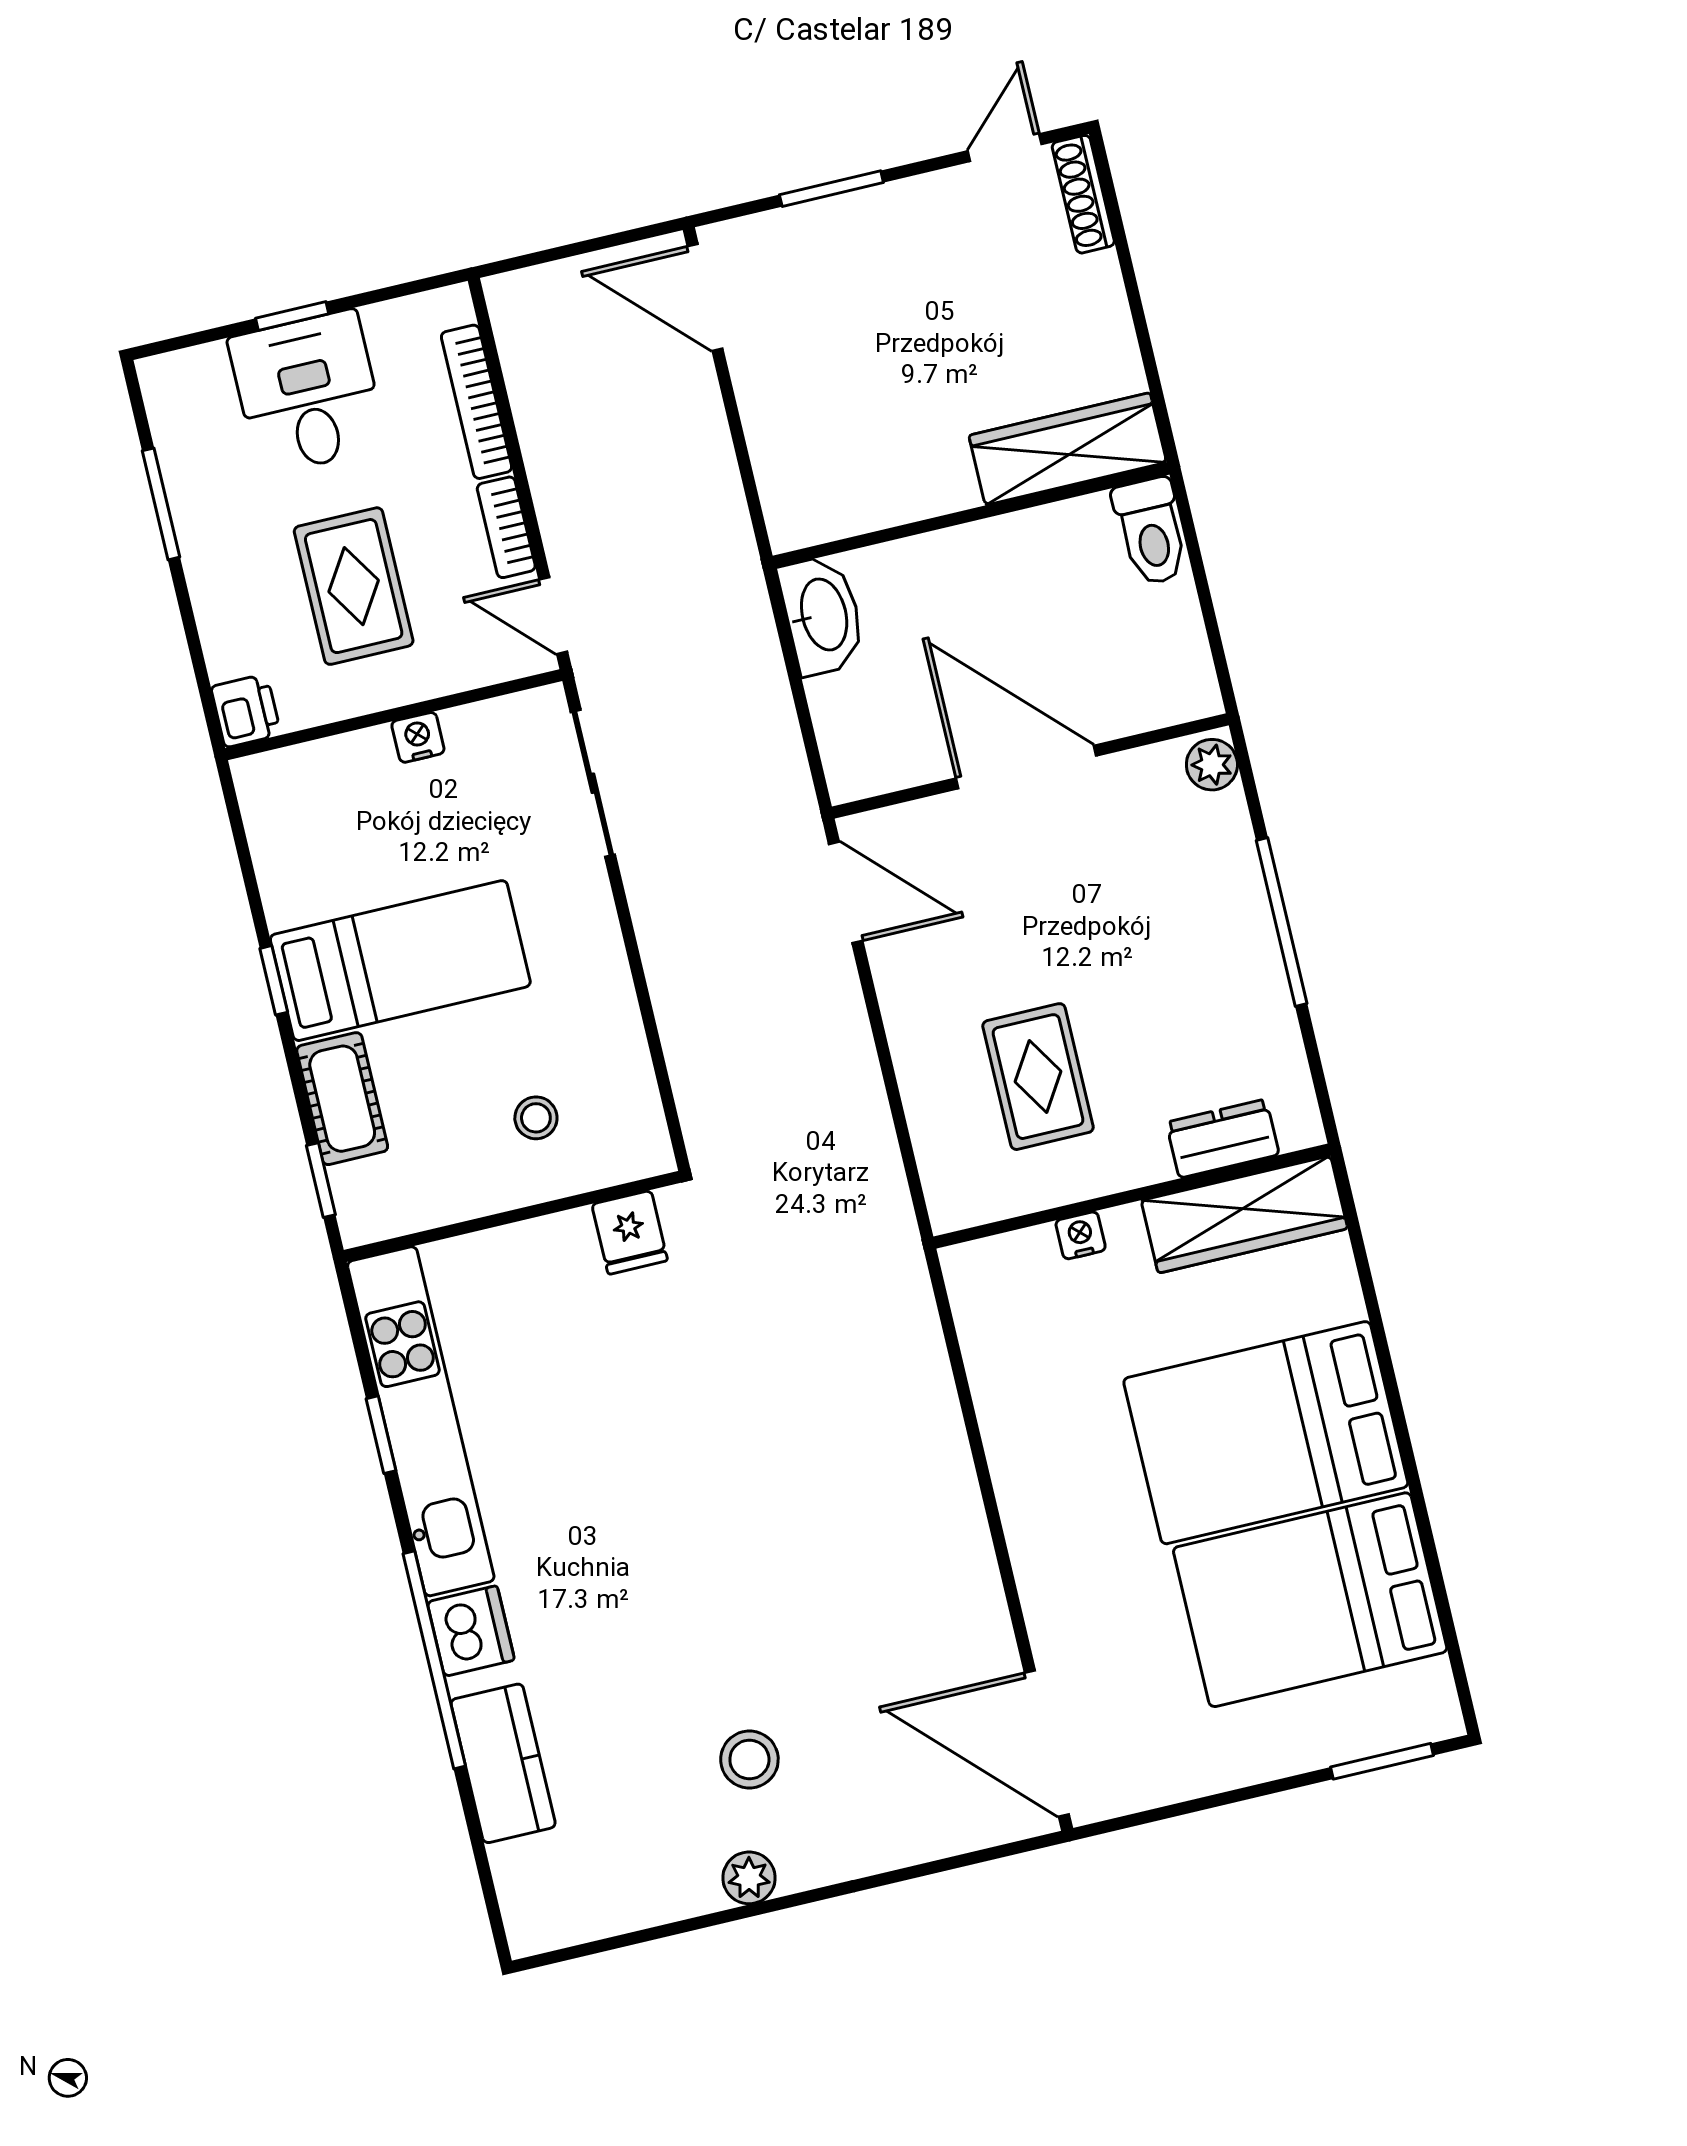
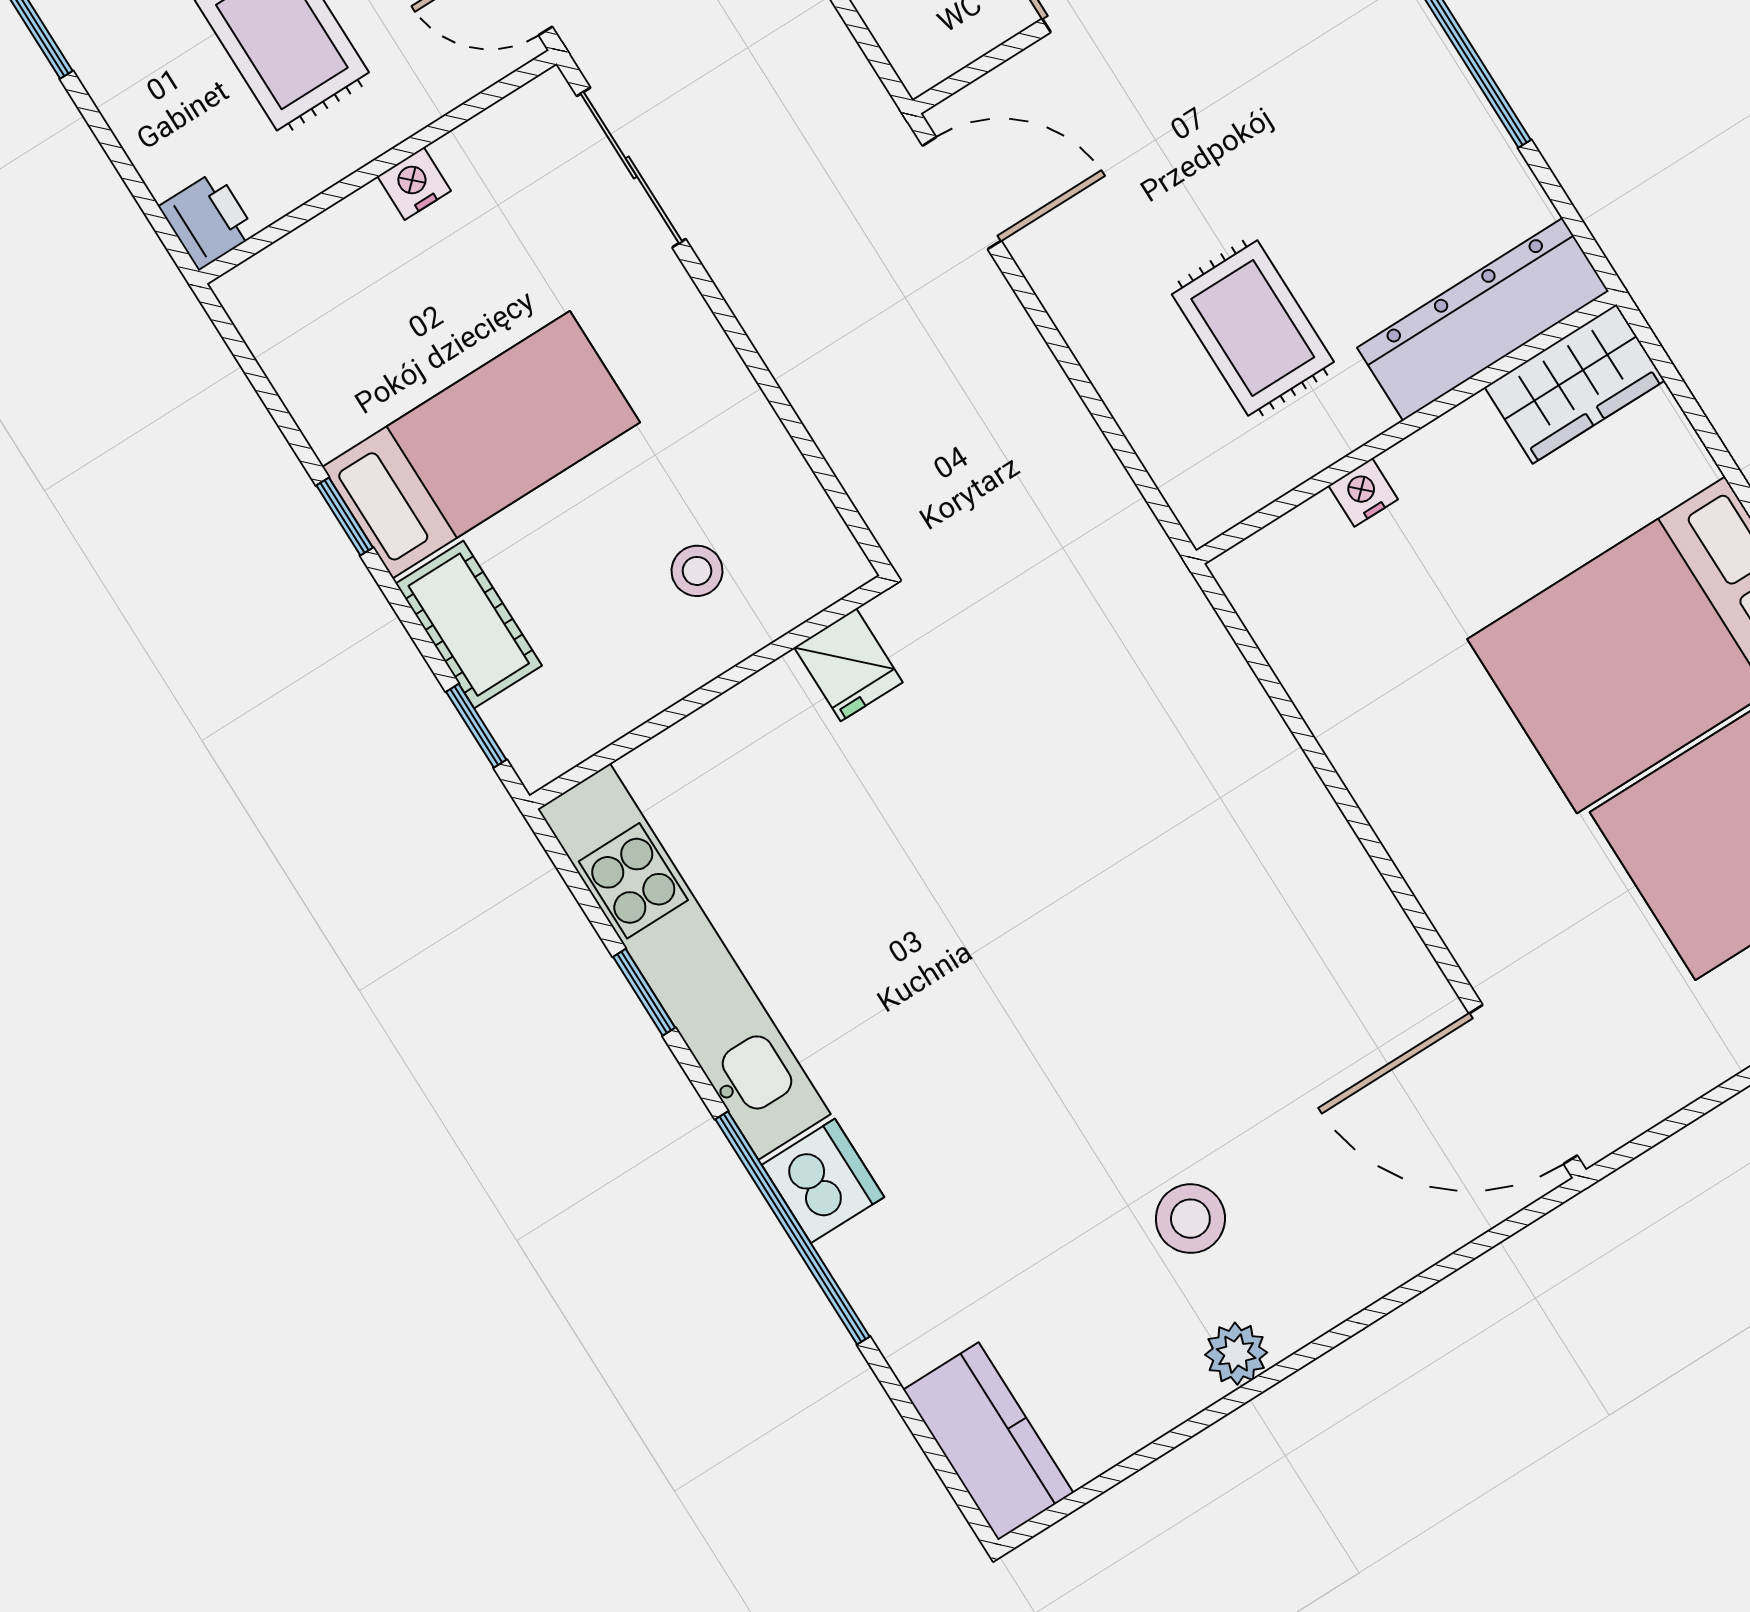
dresser: (1223, 1139) -> (1483, 319), width x1.96, depth x1.24
wardrobe: (1244, 1214) -> (1575, 384), width x0.67
kitchen counter: (503, 1763) -> (988, 1441), moved

